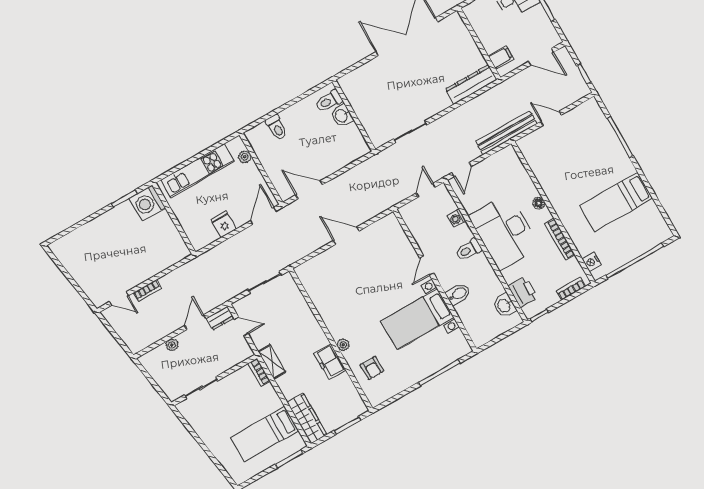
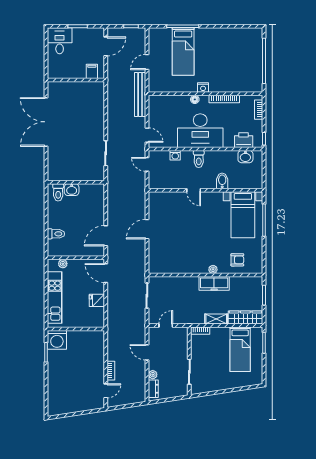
dresser: (471, 84) -> (98, 99), removed
bed: (616, 202) -> (183, 51), moved
nightstand: (592, 262) -> (203, 88), moved
dresser: (220, 318) -> (153, 389), moved
bed with nightstands: (417, 319) -> (243, 215), moved
freezer: (330, 361) -> (214, 283), width x1.40
shelving: (272, 362) -> (216, 319), moved

